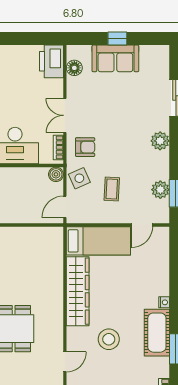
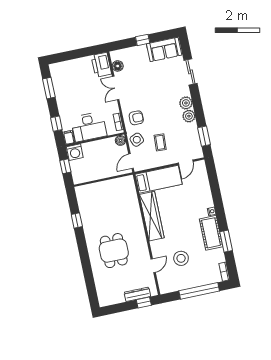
sofa: (115, 58) -> (164, 49), moved
double door: (65, 115) -> (116, 88), moved
plant: (160, 190) -> (189, 116), moved
stool: (109, 339) -> (181, 258), moved

